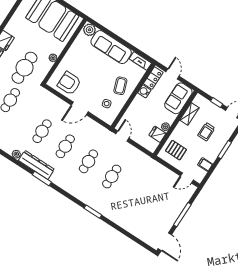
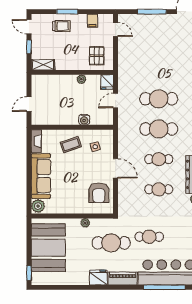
locker: (153, 78) -> (44, 119), removed
water cooler: (144, 91) -> (84, 120), moved
sofa: (178, 98) -> (48, 84), removed
shelving: (190, 114) -> (43, 65), moved
trolley: (206, 132) -> (61, 26), moved
fridge: (157, 134) -> (107, 82), moved
door: (122, 136) -> (116, 101), moved
cafe table: (88, 161) -> (159, 129), width x1.37, depth x1.35
cafe table: (112, 176) -> (159, 99), width x1.37, depth x1.35

